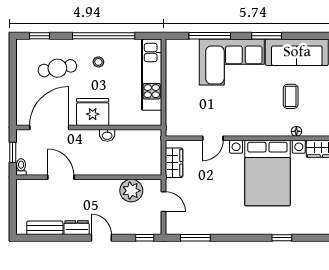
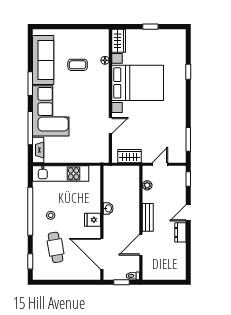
fireplace: (182, 46) -> (38, 150), added
fridge: (93, 112) -> (93, 220), width x0.53, depth x0.75
door: (213, 138) -> (110, 126), hinge flipped
plant: (131, 191) -> (147, 185), width x0.53, depth x0.53
bench: (45, 228) -> (148, 217), moved

